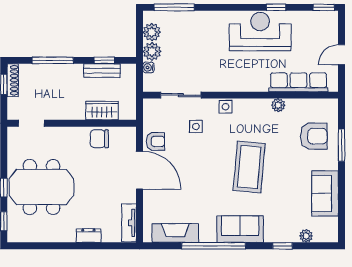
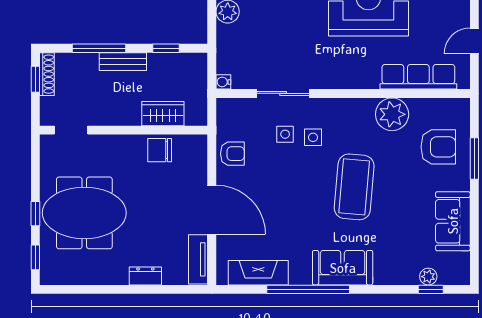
plant: (152, 51) -> (228, 37), removed
water cooler: (148, 67) -> (223, 82), moved
bench: (102, 71) -> (123, 62), moved
sliding door: (181, 95) -> (283, 93), moved
plant: (278, 105) -> (392, 114), width x1.88, depth x1.88
side table: (226, 107) -> (313, 137), moved
door: (140, 170) -> (212, 210), moved
window: (282, 246) -> (431, 289), moved

